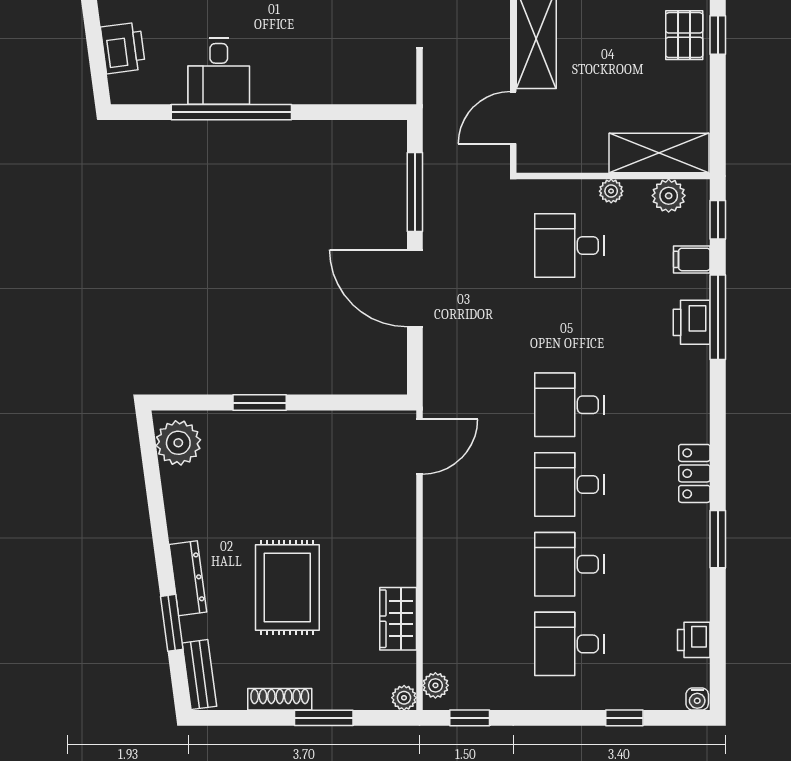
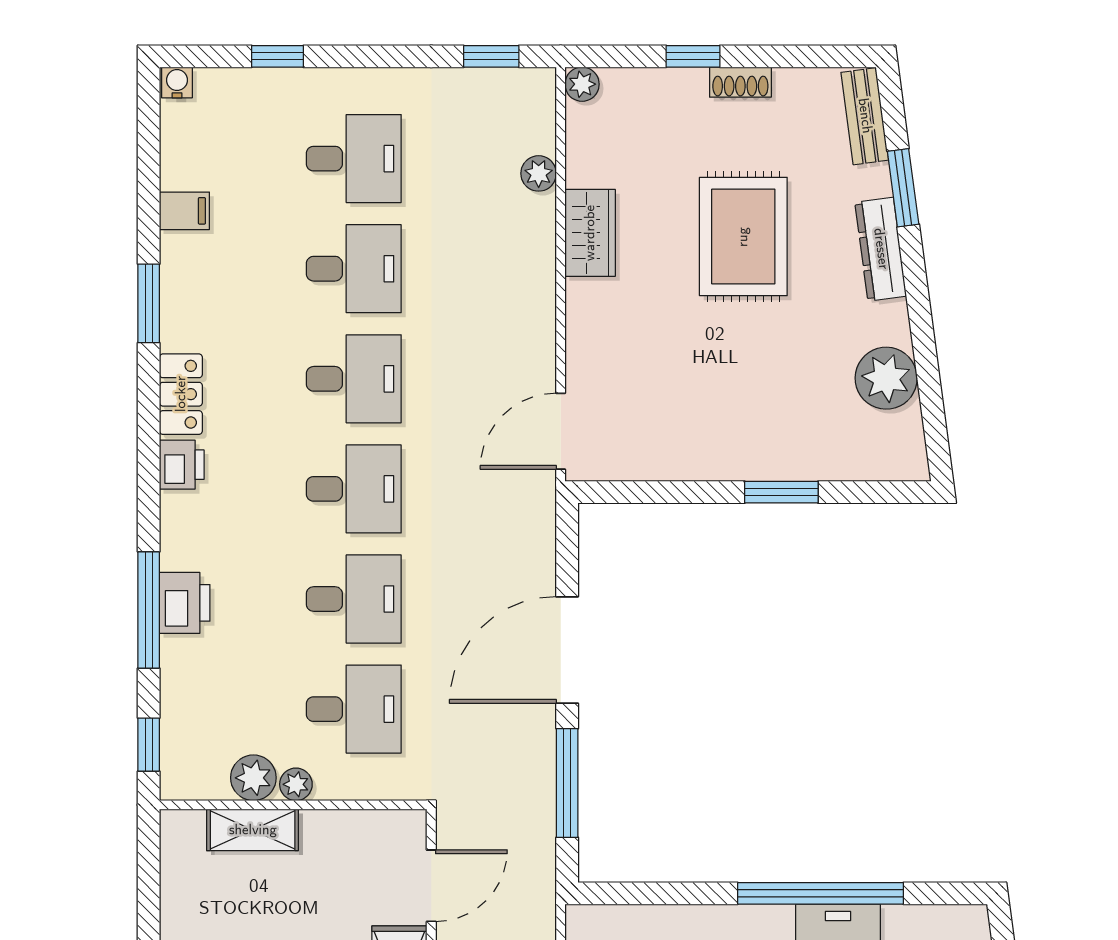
shelving: (659, 153) -> (253, 830), width x0.67, depth x0.75
plant: (669, 196) -> (253, 778), moved
filing cabinet: (692, 259) -> (184, 211), moved
door: (415, 288) -> (567, 650), swing flipped
desk: (569, 325) -> (354, 599), added
plant: (178, 443) -> (886, 378), moved
wardrobe: (398, 619) -> (590, 233), moved
printer: (694, 640) -> (182, 465), moved
plant: (435, 685) -> (539, 173), moved
shoe rack: (280, 699) -> (740, 82), width x0.70
window: (324, 718) -> (693, 56), width x0.67

